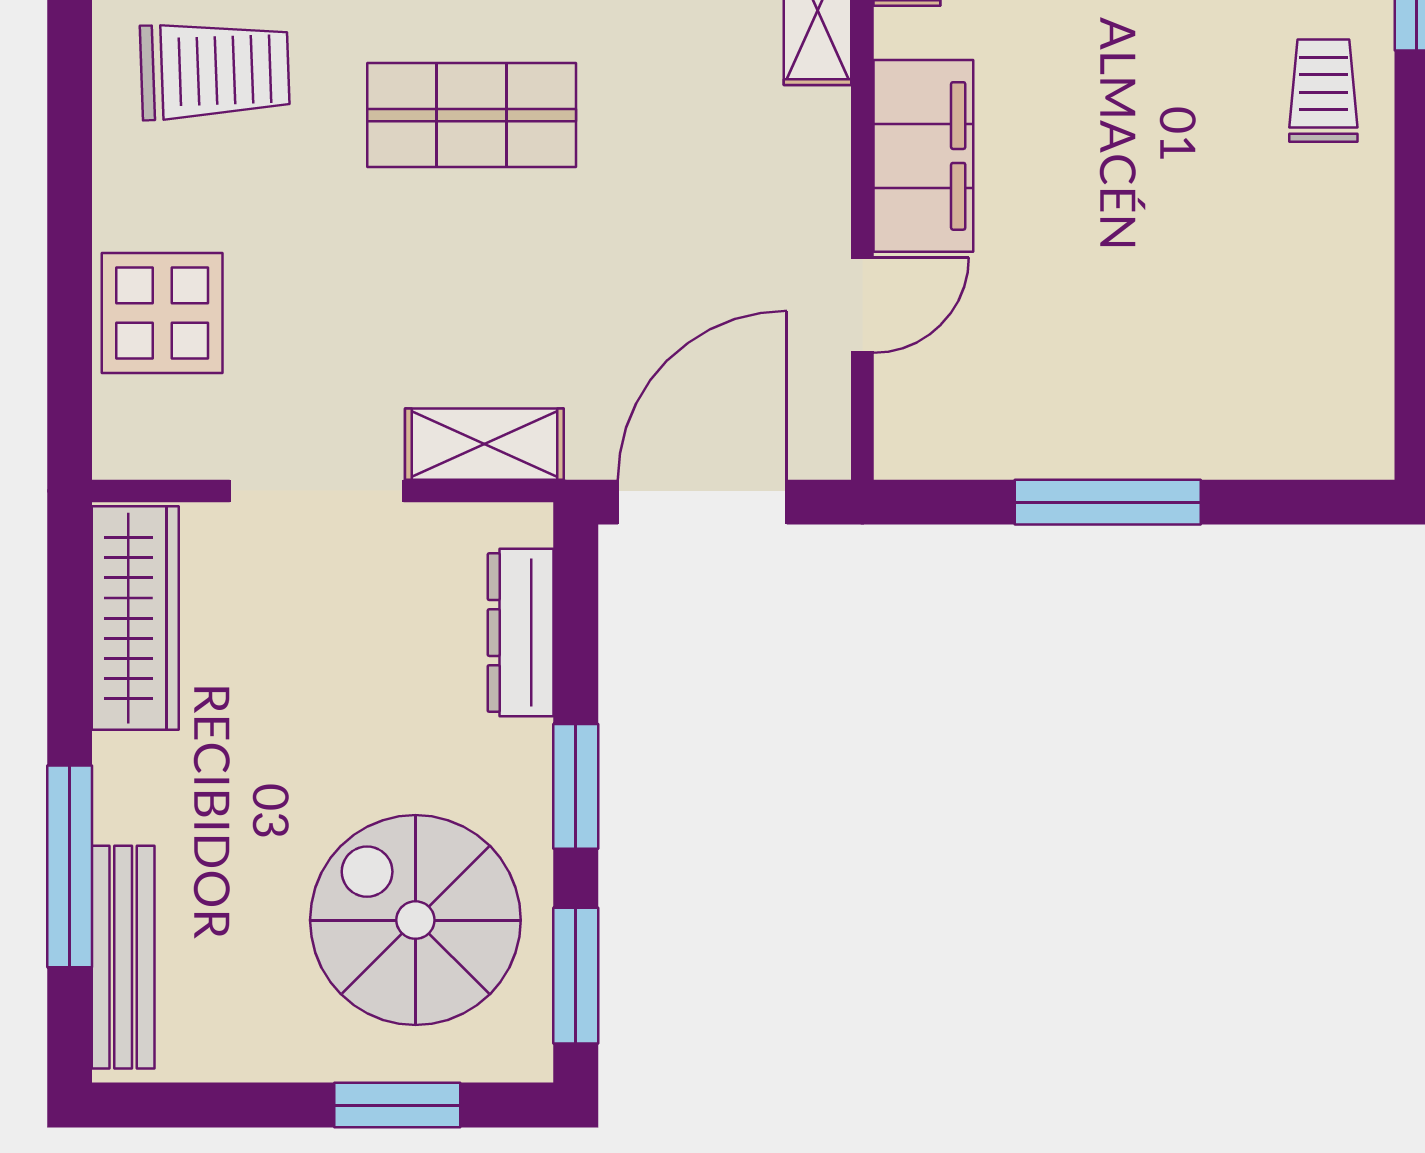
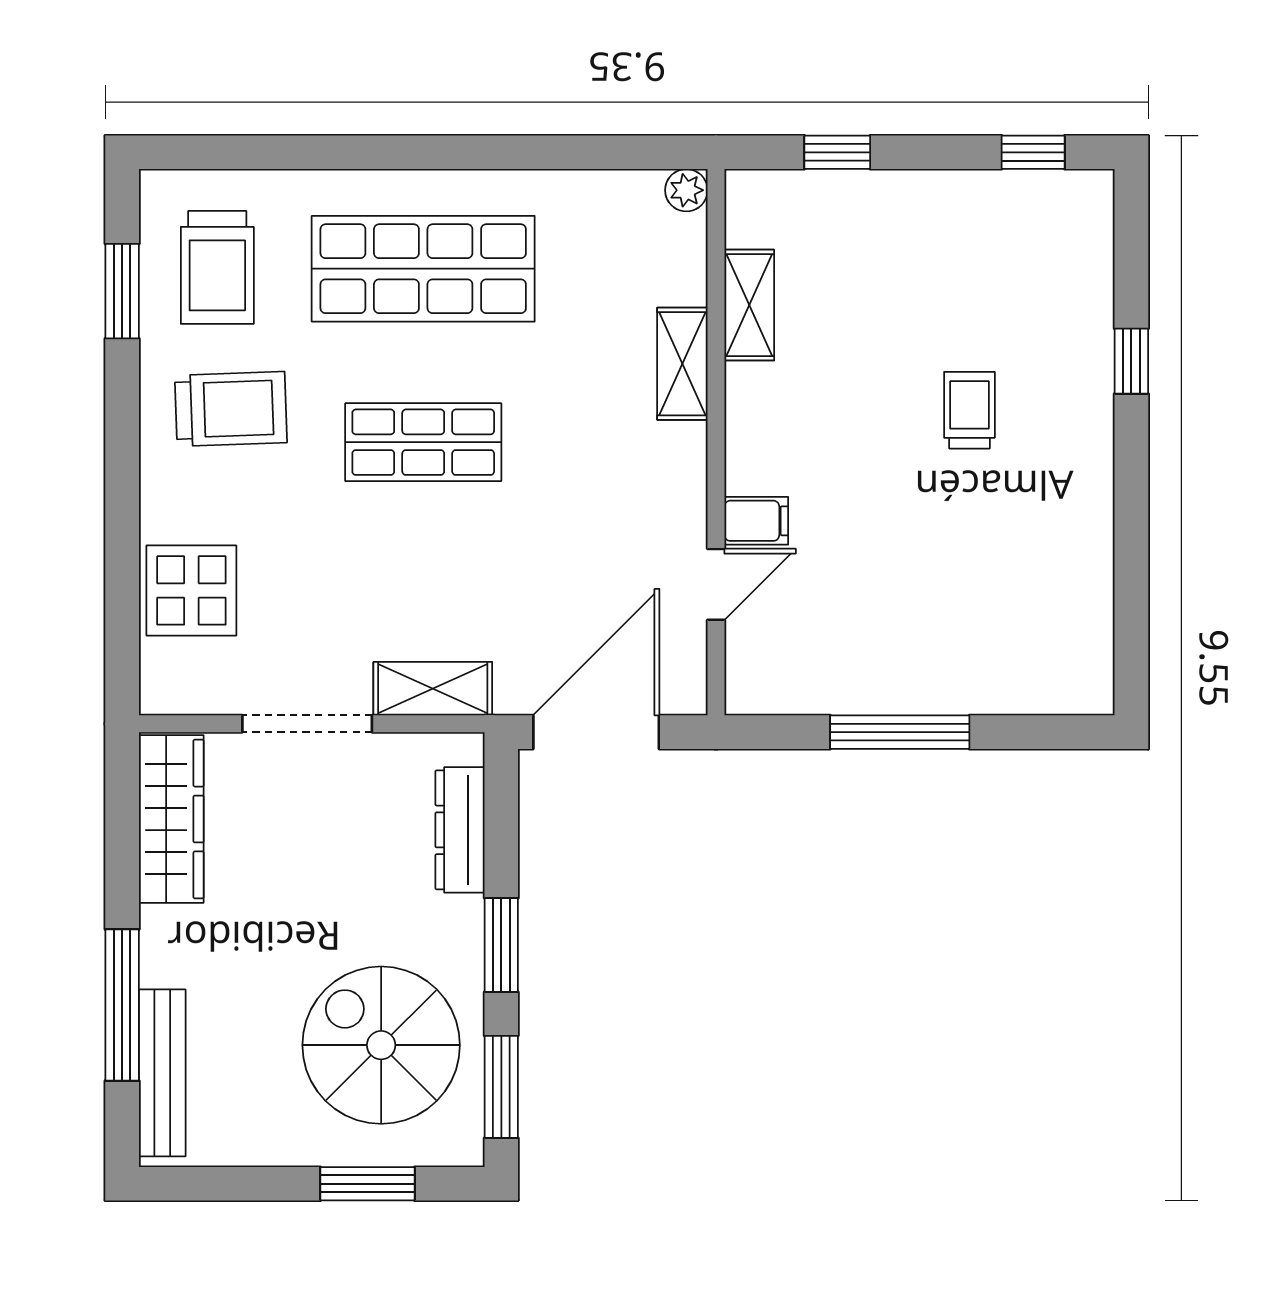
trolley: (1323, 91) -> (969, 410), moved
filing cabinet: (923, 156) -> (756, 521), width x0.33, depth x0.86

